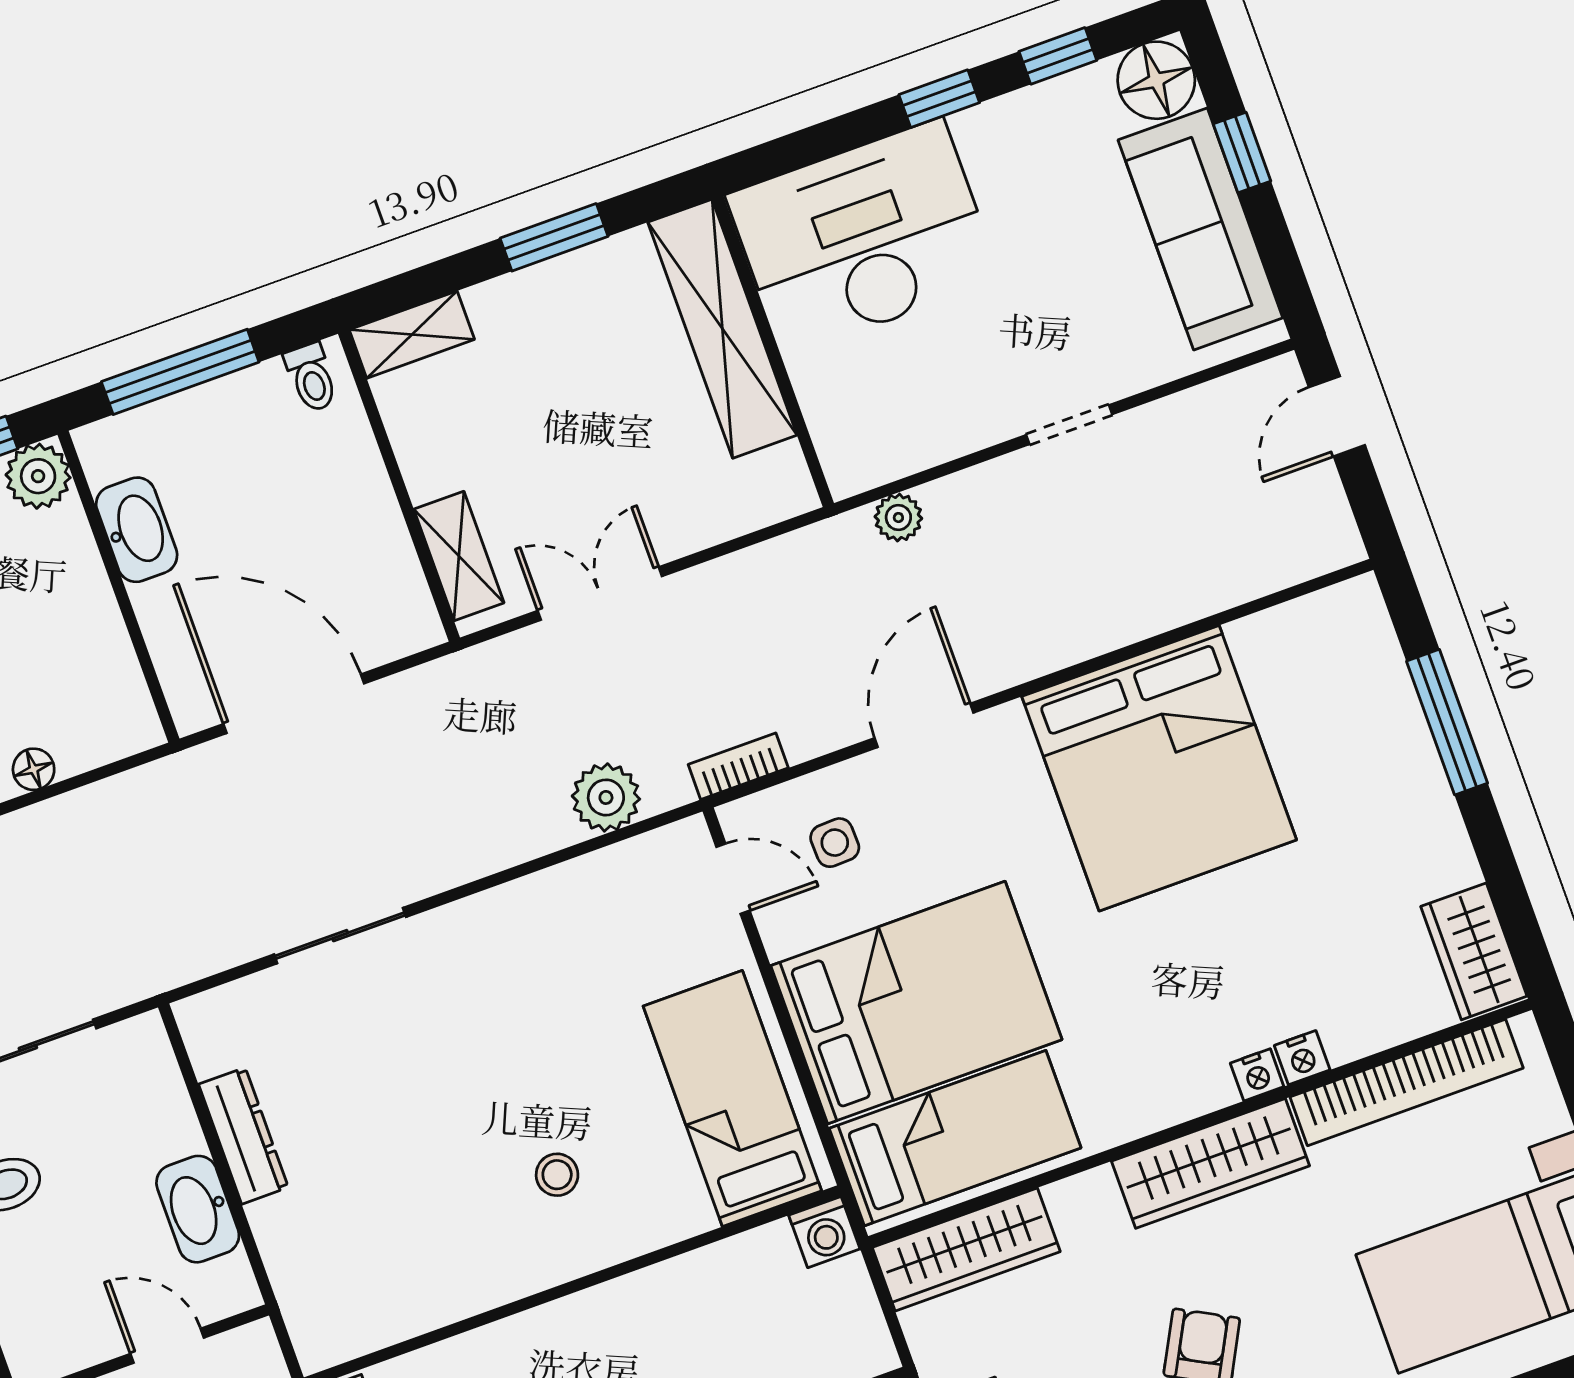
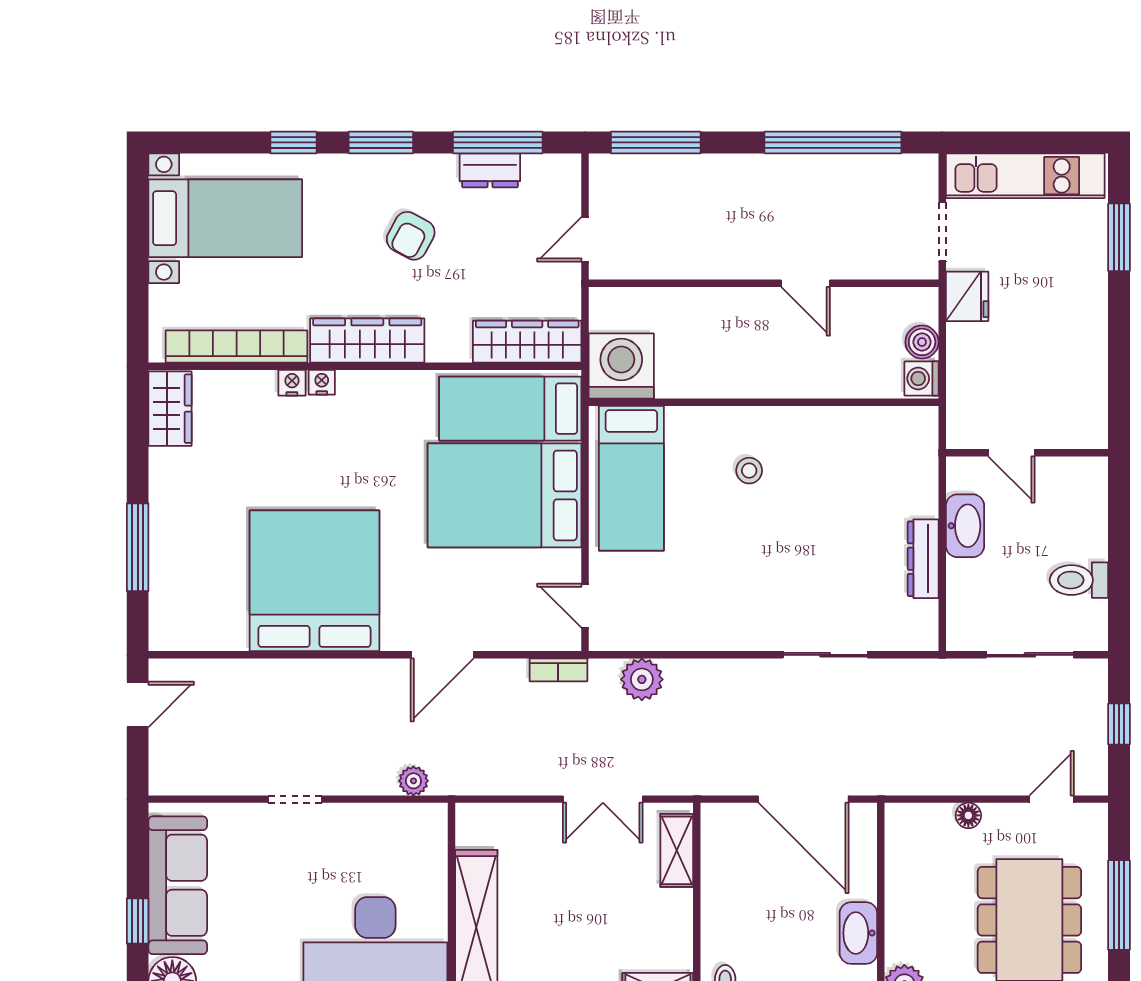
door: (1337, 416) -> (138, 704), moved
side table: (835, 843) -> (518, 605), removed
washing machine: (824, 1232) -> (621, 366), width x1.89, depth x1.89

